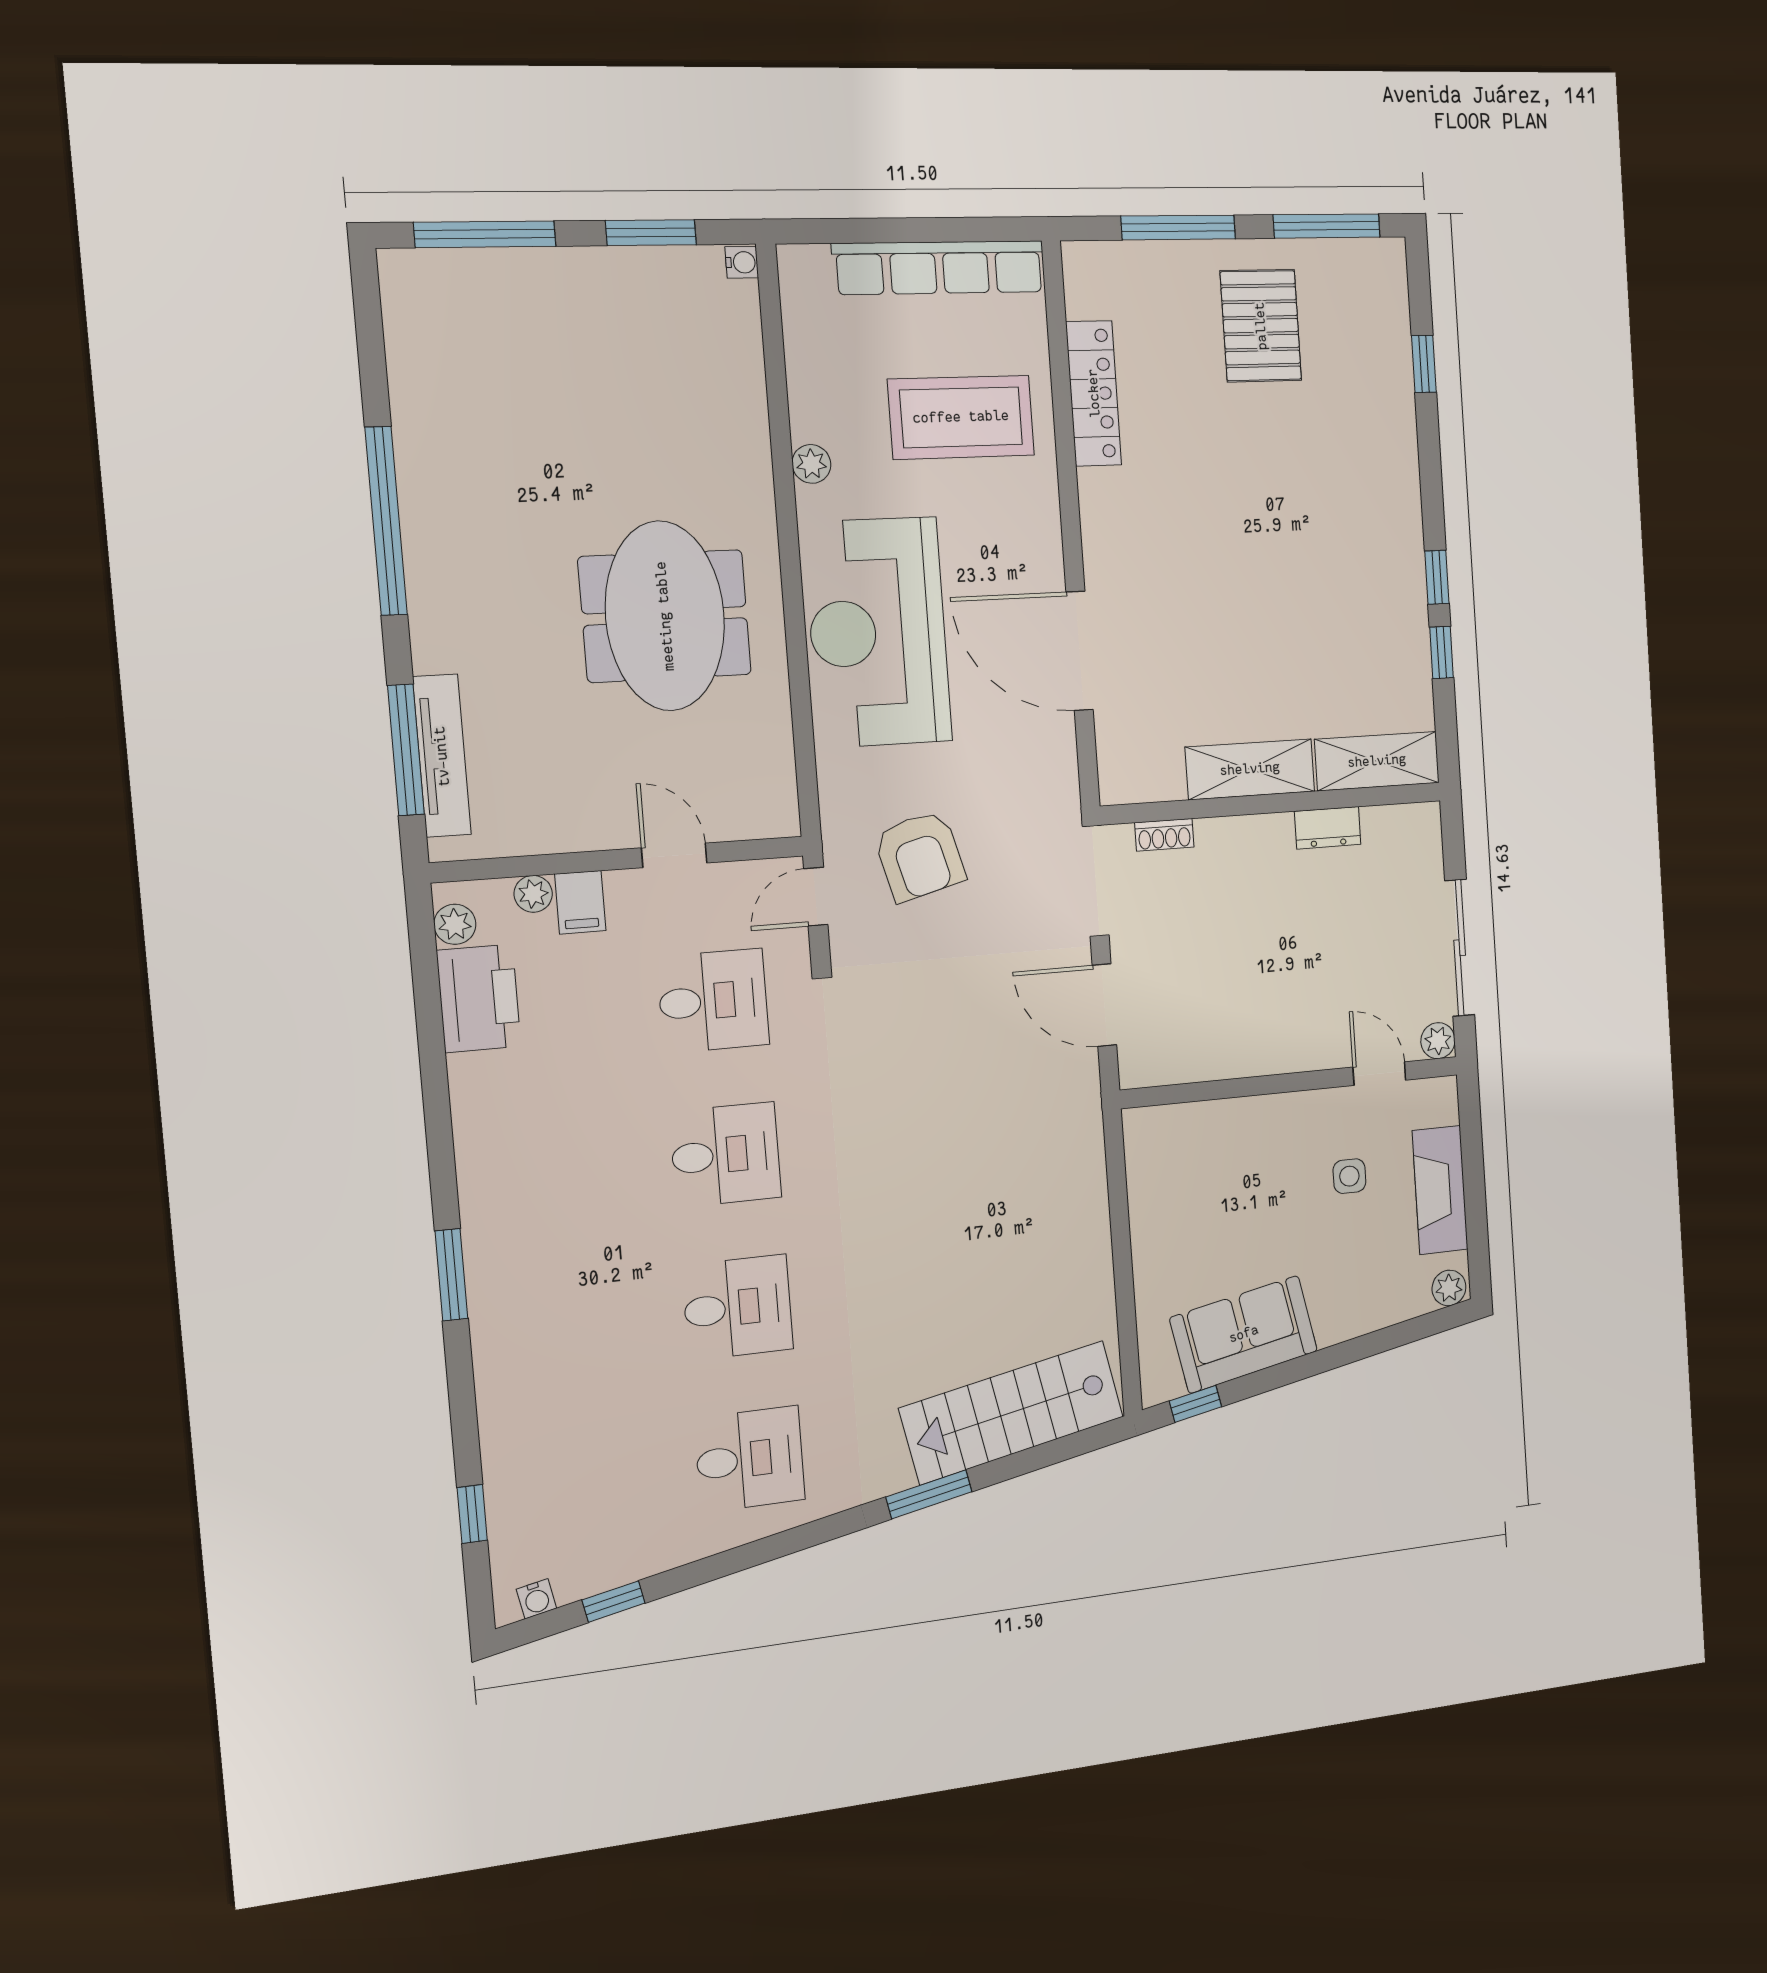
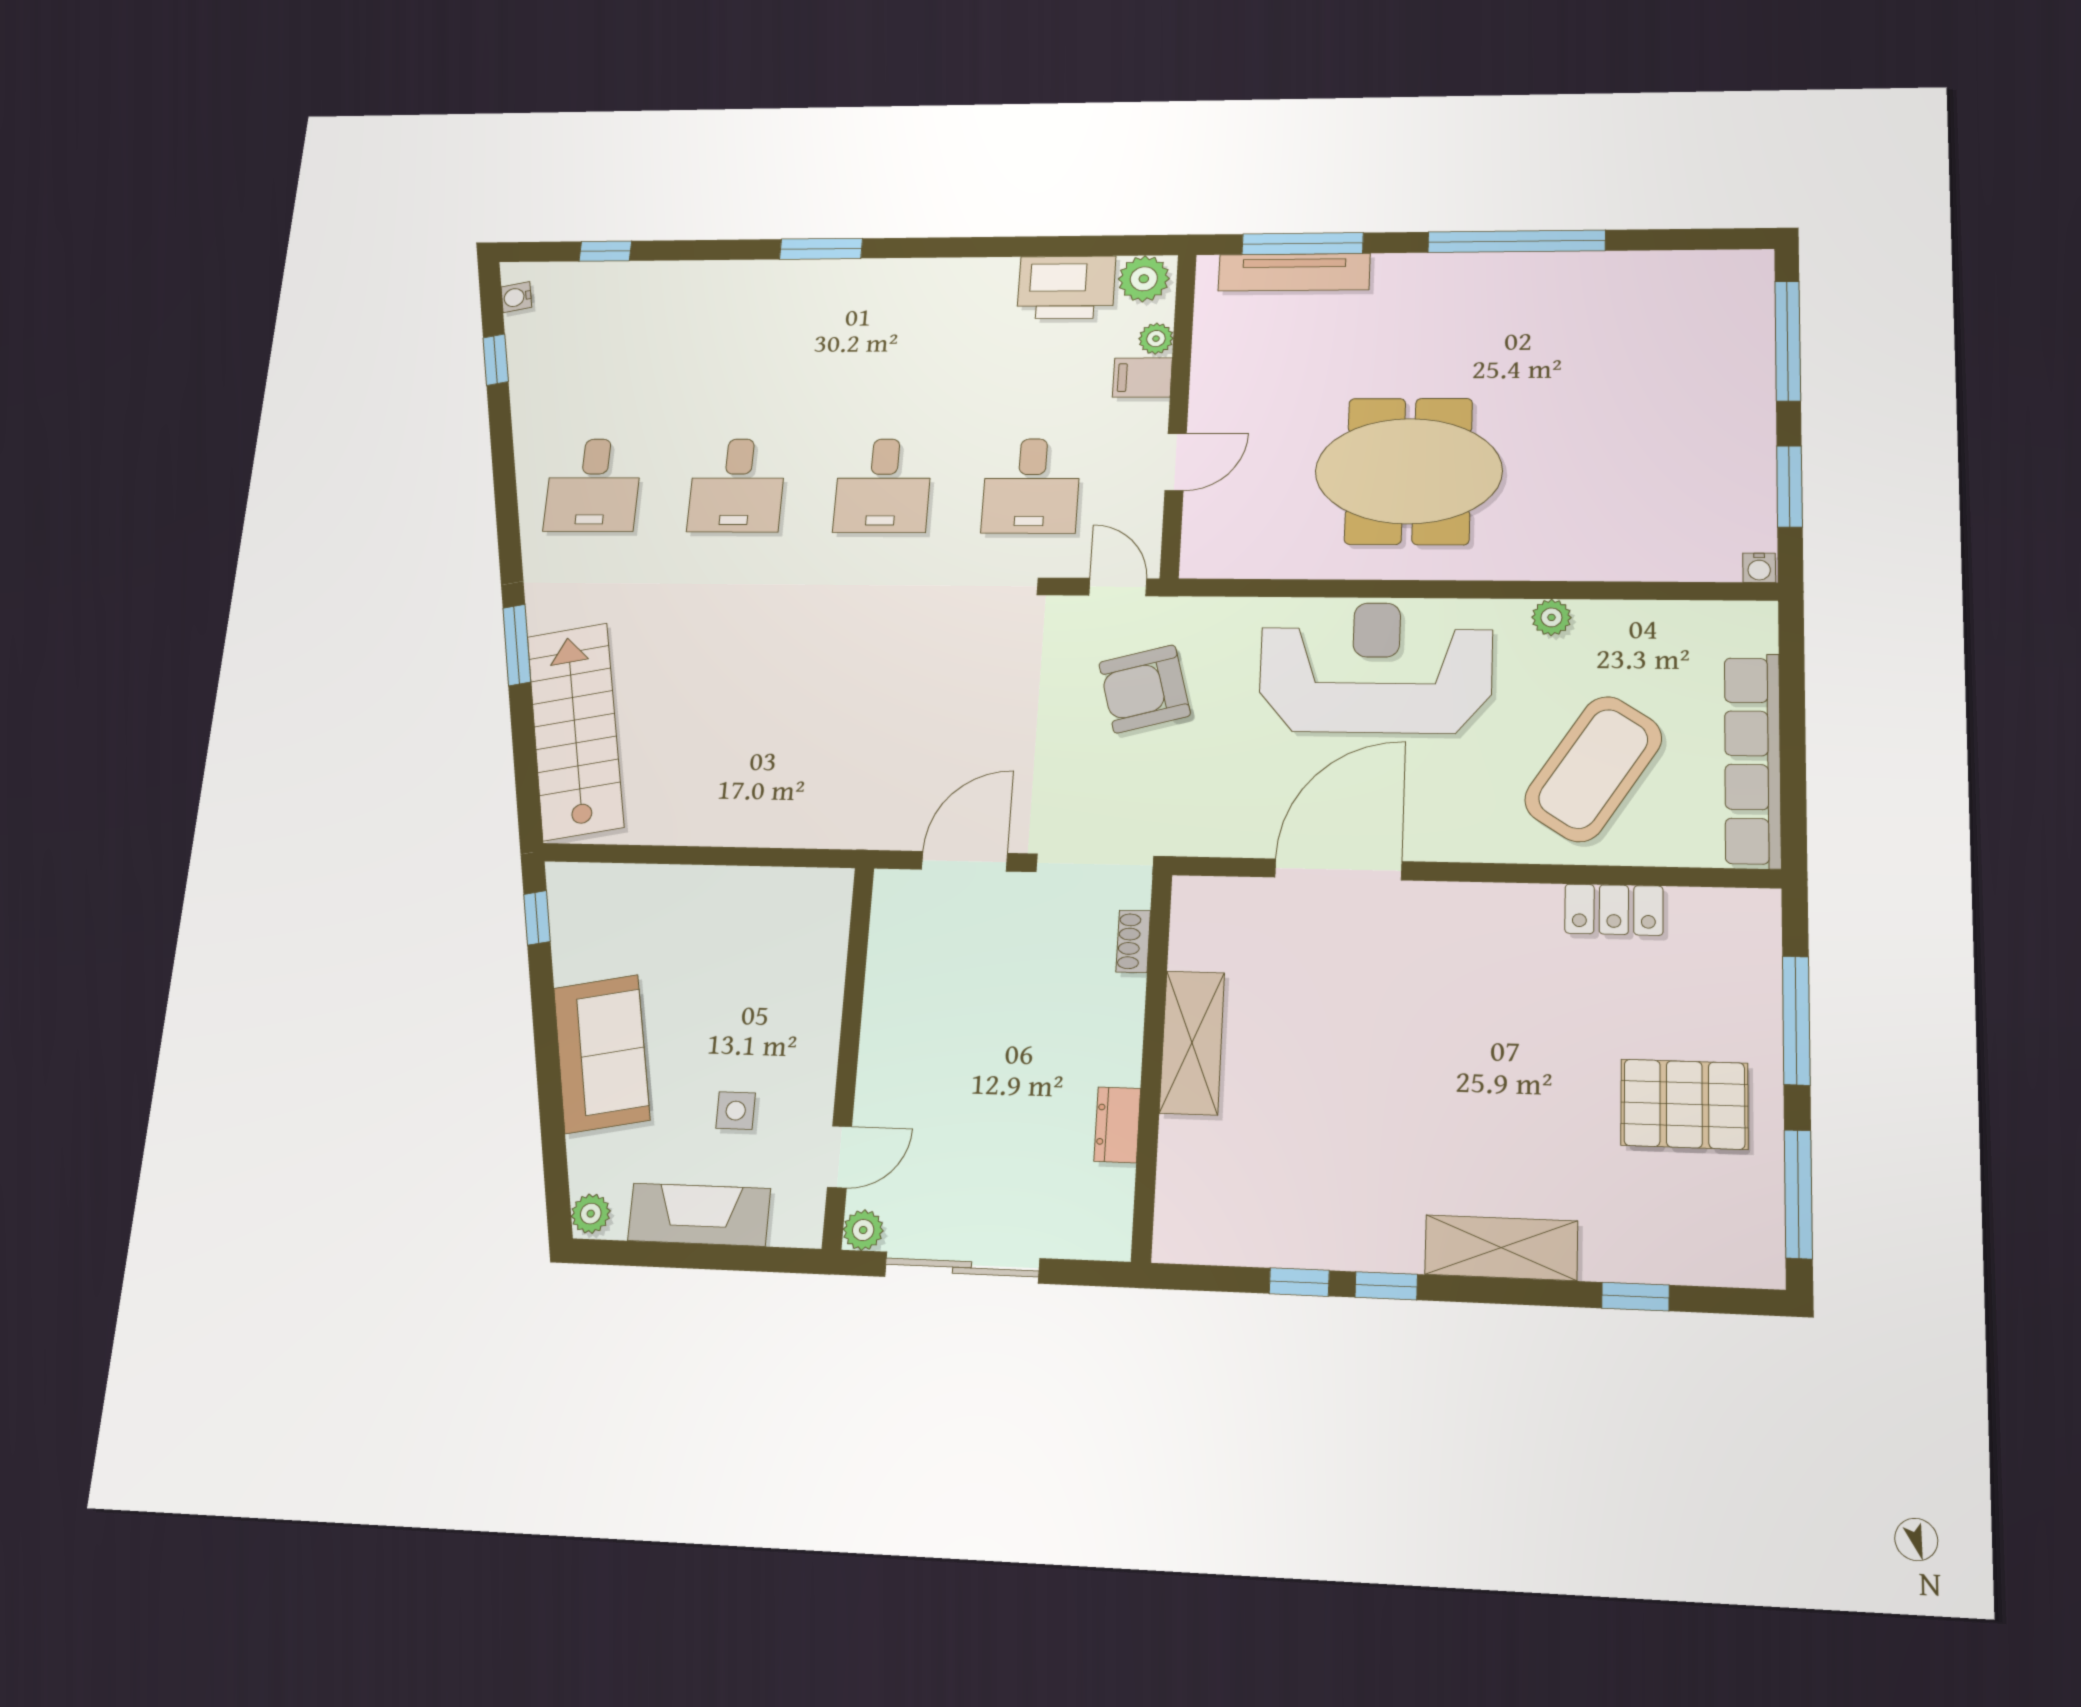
locker: (1094, 393) -> (1614, 910), width x0.66
coffee table: (961, 417) -> (1593, 769), turned 33
shelving: (1377, 761) -> (1501, 1248), moved, turned 90
plant: (455, 924) -> (1144, 279), width x1.38, depth x1.38
sofa: (1244, 1334) -> (602, 1054), moved

